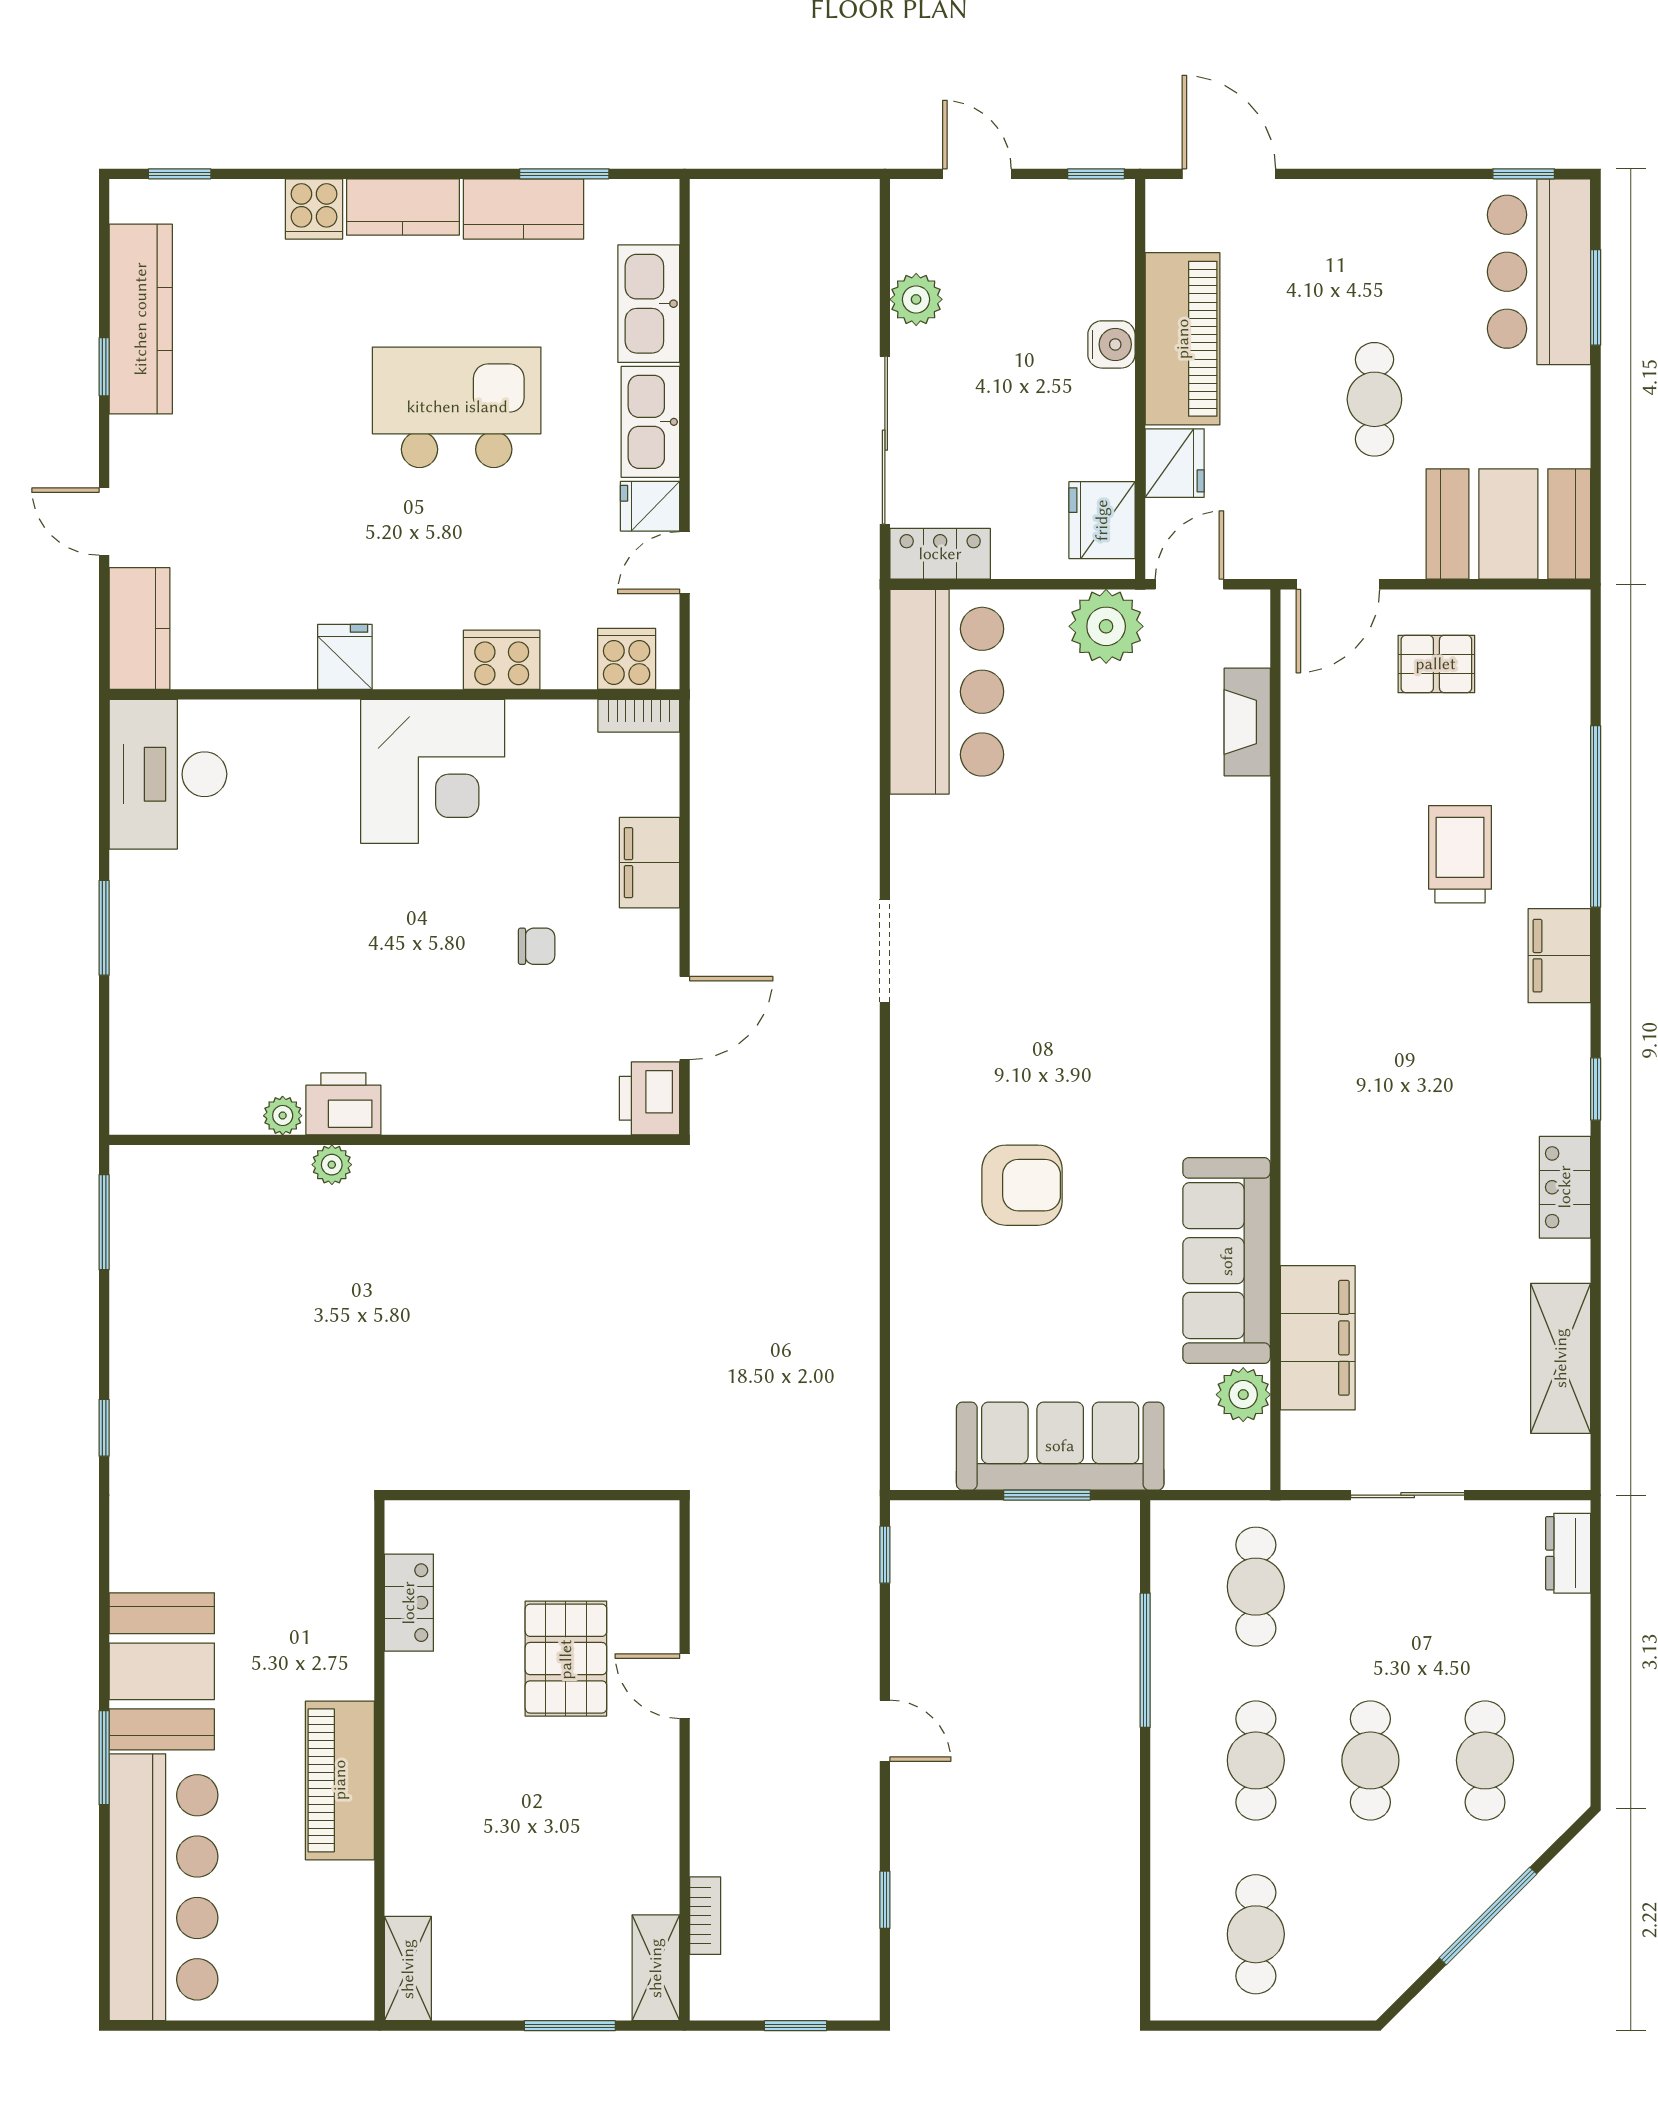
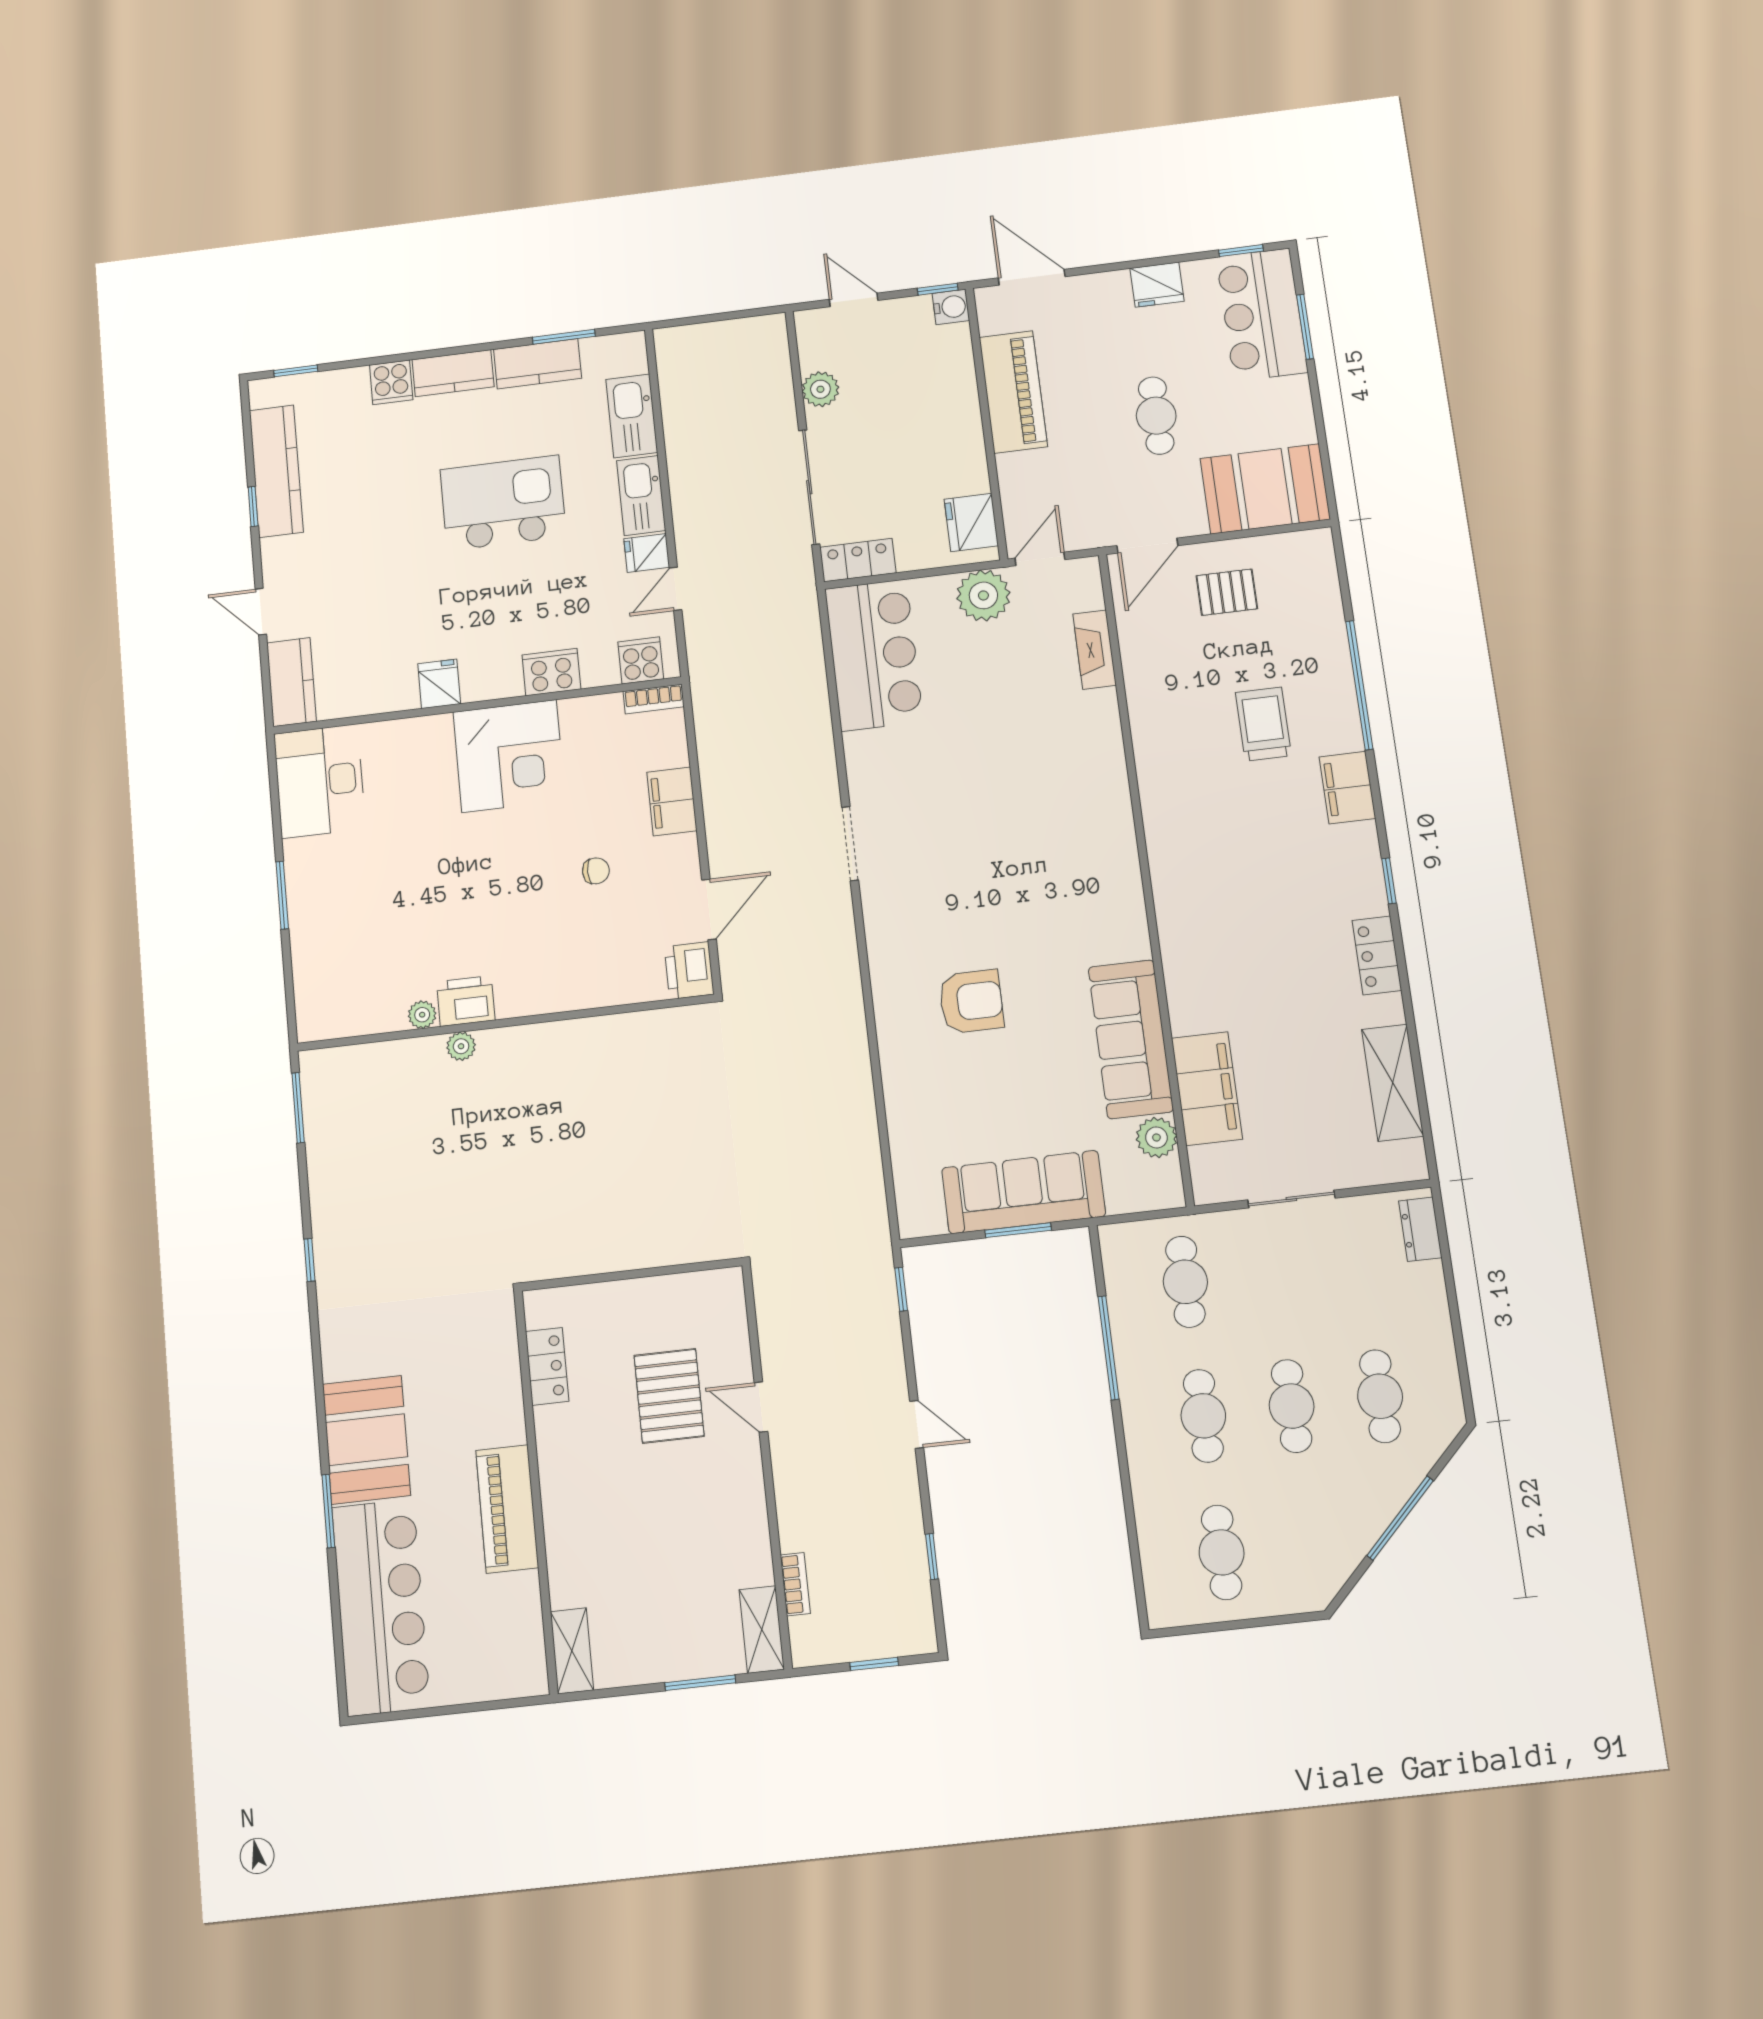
water cooler: (1111, 344) -> (951, 307), moved
fridge: (1175, 463) -> (1157, 285), moved, turned 90

